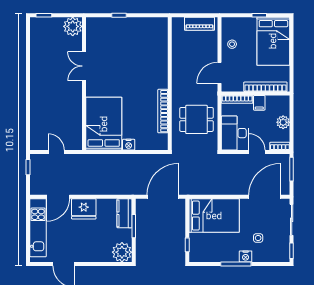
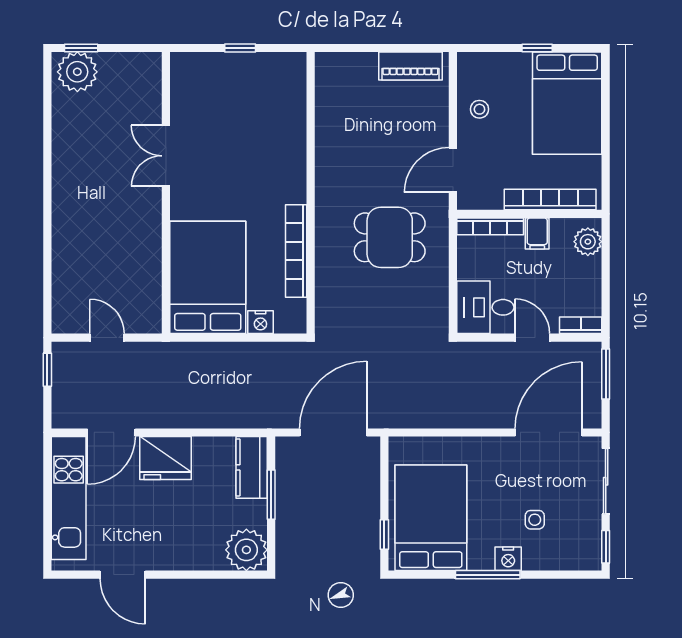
plant: (73, 26) -> (77, 72), moved
wall: (170, 84) -> (311, 193), moved
bookcase: (163, 111) -> (296, 251), moved
dining table: (196, 119) -> (390, 237), moved
plant: (283, 122) -> (588, 242), moved
desk: (235, 133) -> (485, 307), width x0.73
bed: (214, 216) -> (431, 518), moved, turned -90

